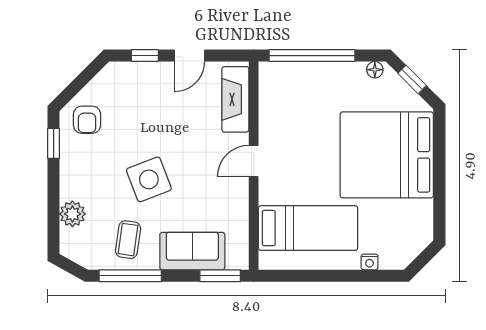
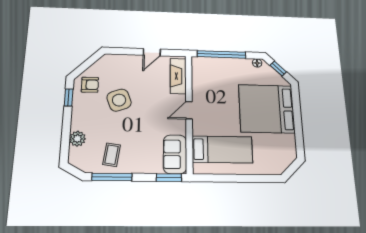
window: (145, 56) -> (126, 51), removed
armchair: (87, 120) -> (90, 85), turned -90
side table: (149, 179) -> (119, 100), moved
sofa: (192, 251) -> (175, 154), moved, turned -90
nightstand: (370, 262) -> (260, 170), removed

